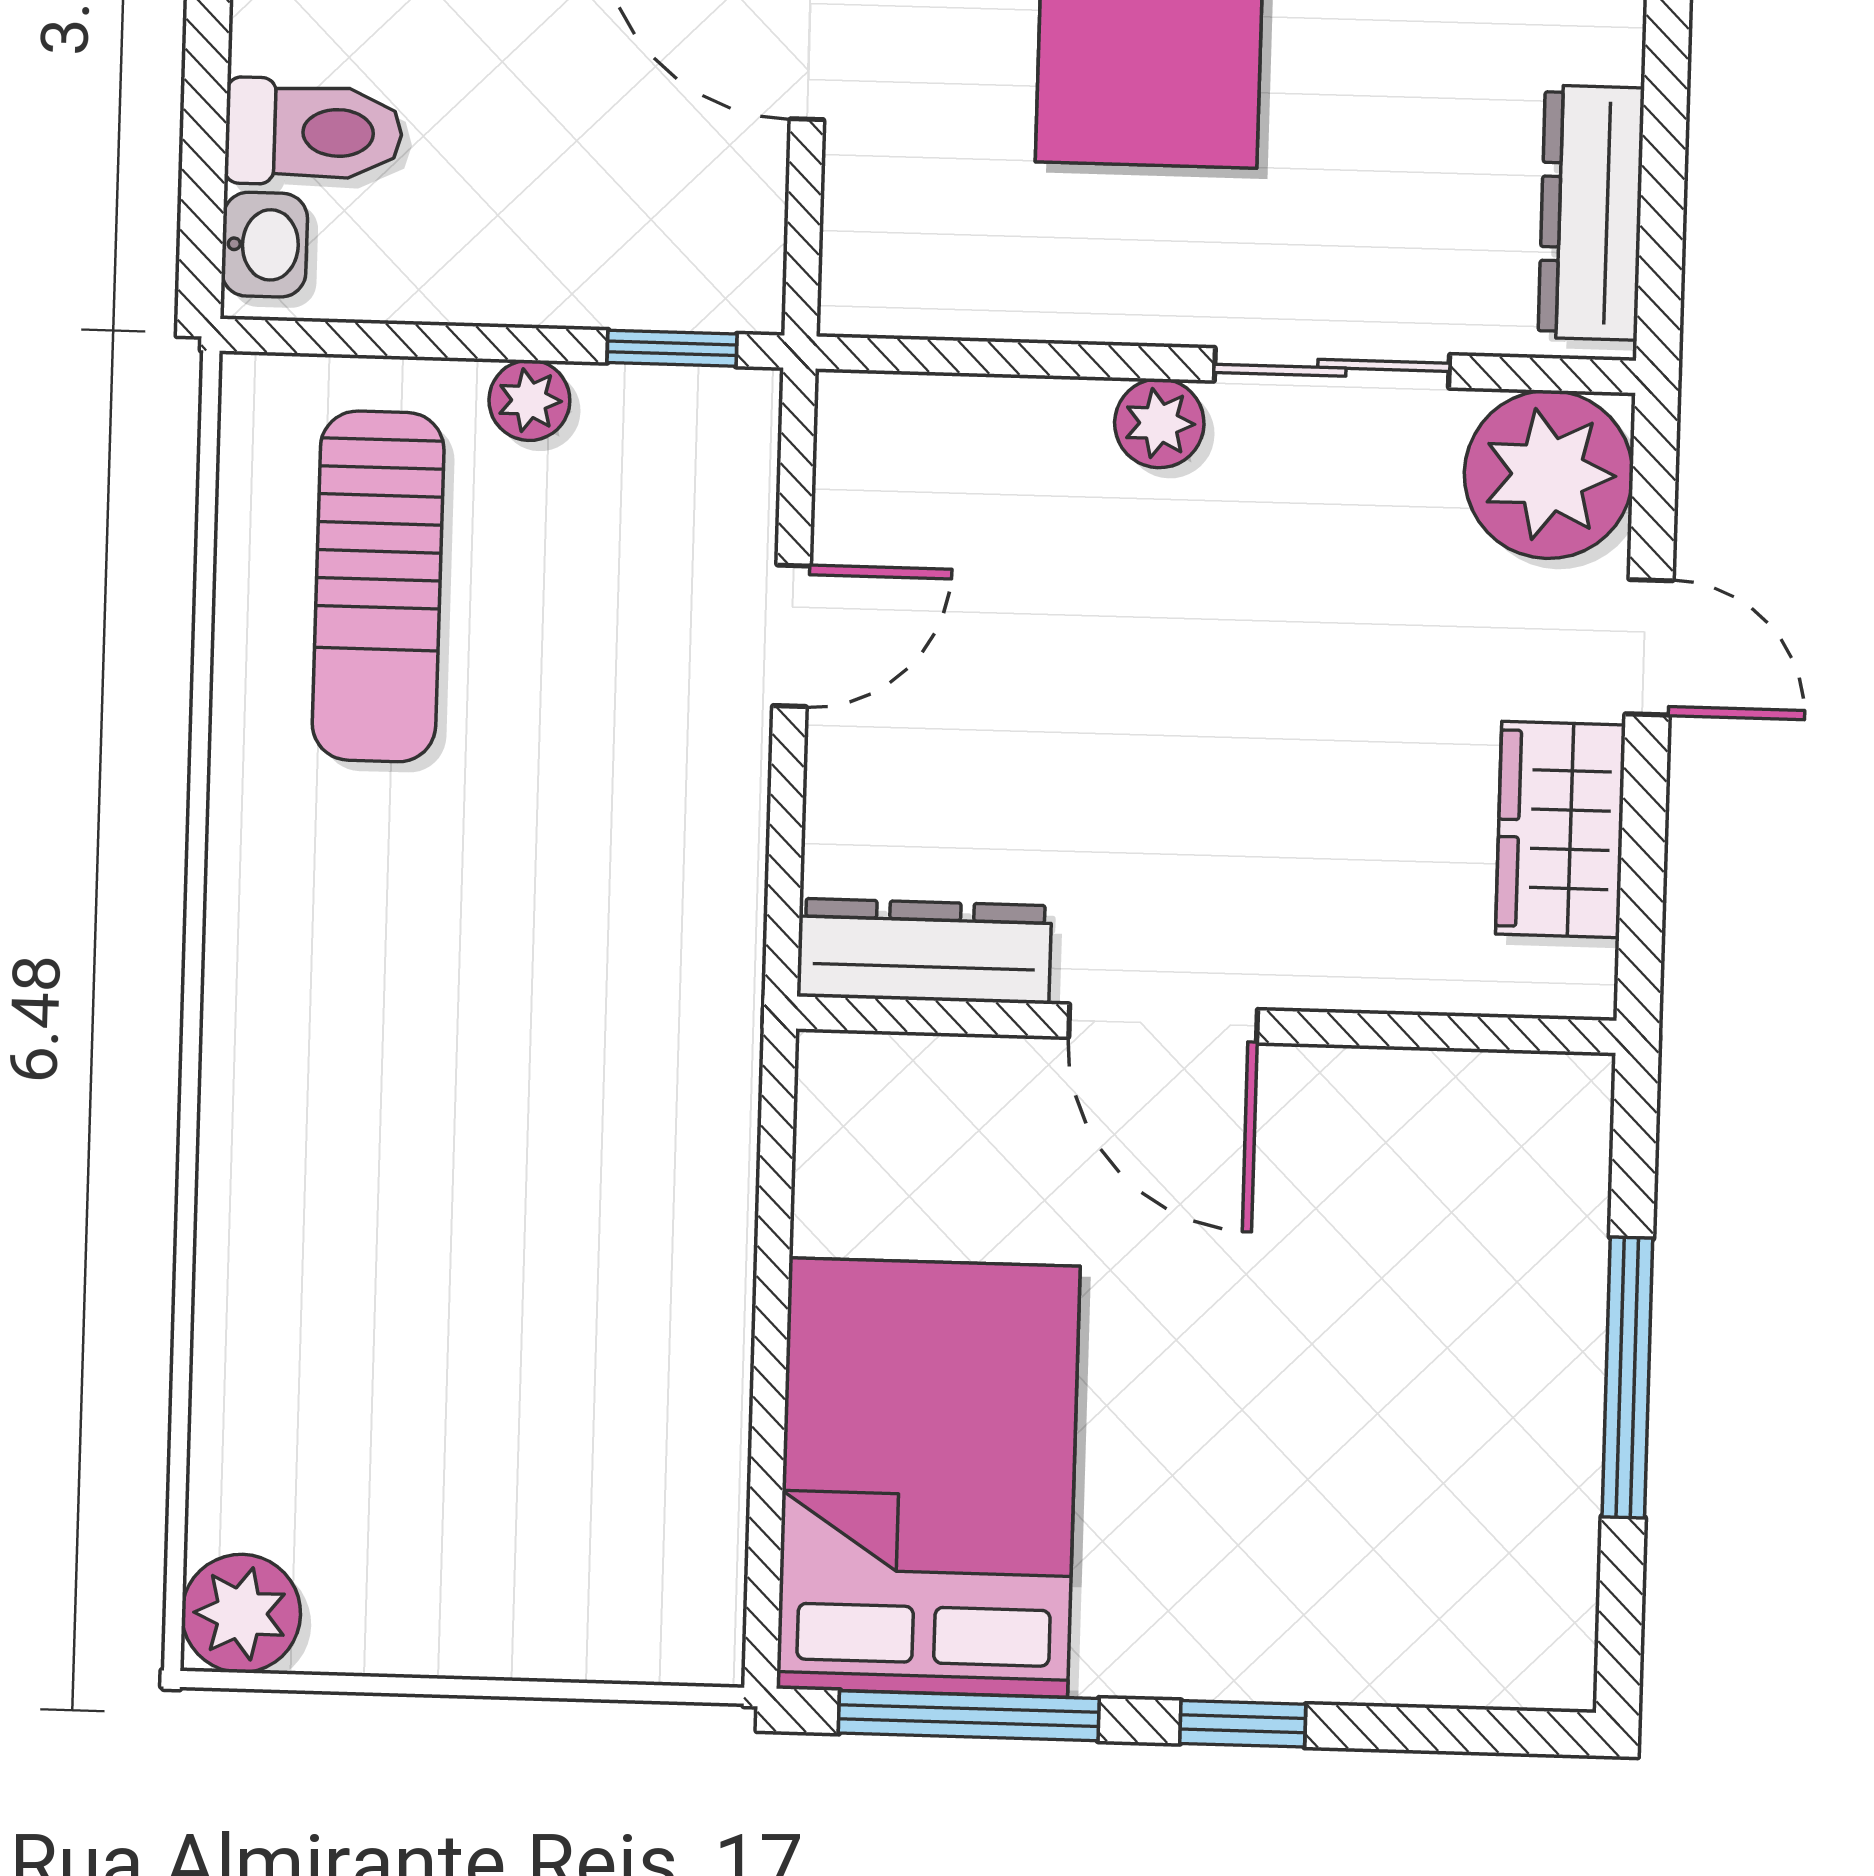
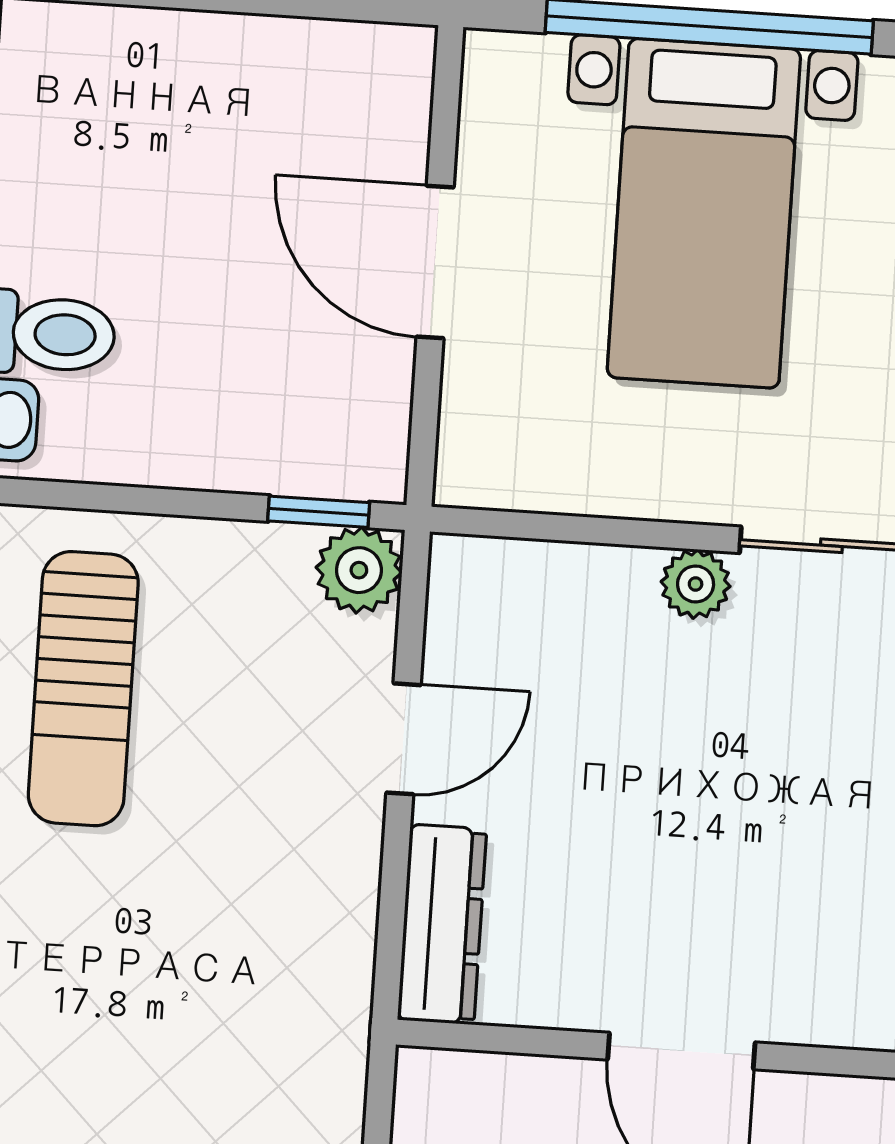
plant: (529, 400) -> (359, 570), moved, width x1.38, depth x1.38
dresser: (924, 951) -> (442, 924), moved, turned 90

